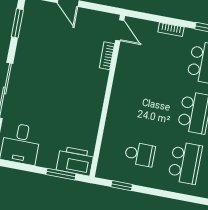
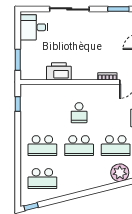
school desk: (140, 154) -> (79, 113), moved
printer: (75, 161) -> (59, 71), moved, turned -90

